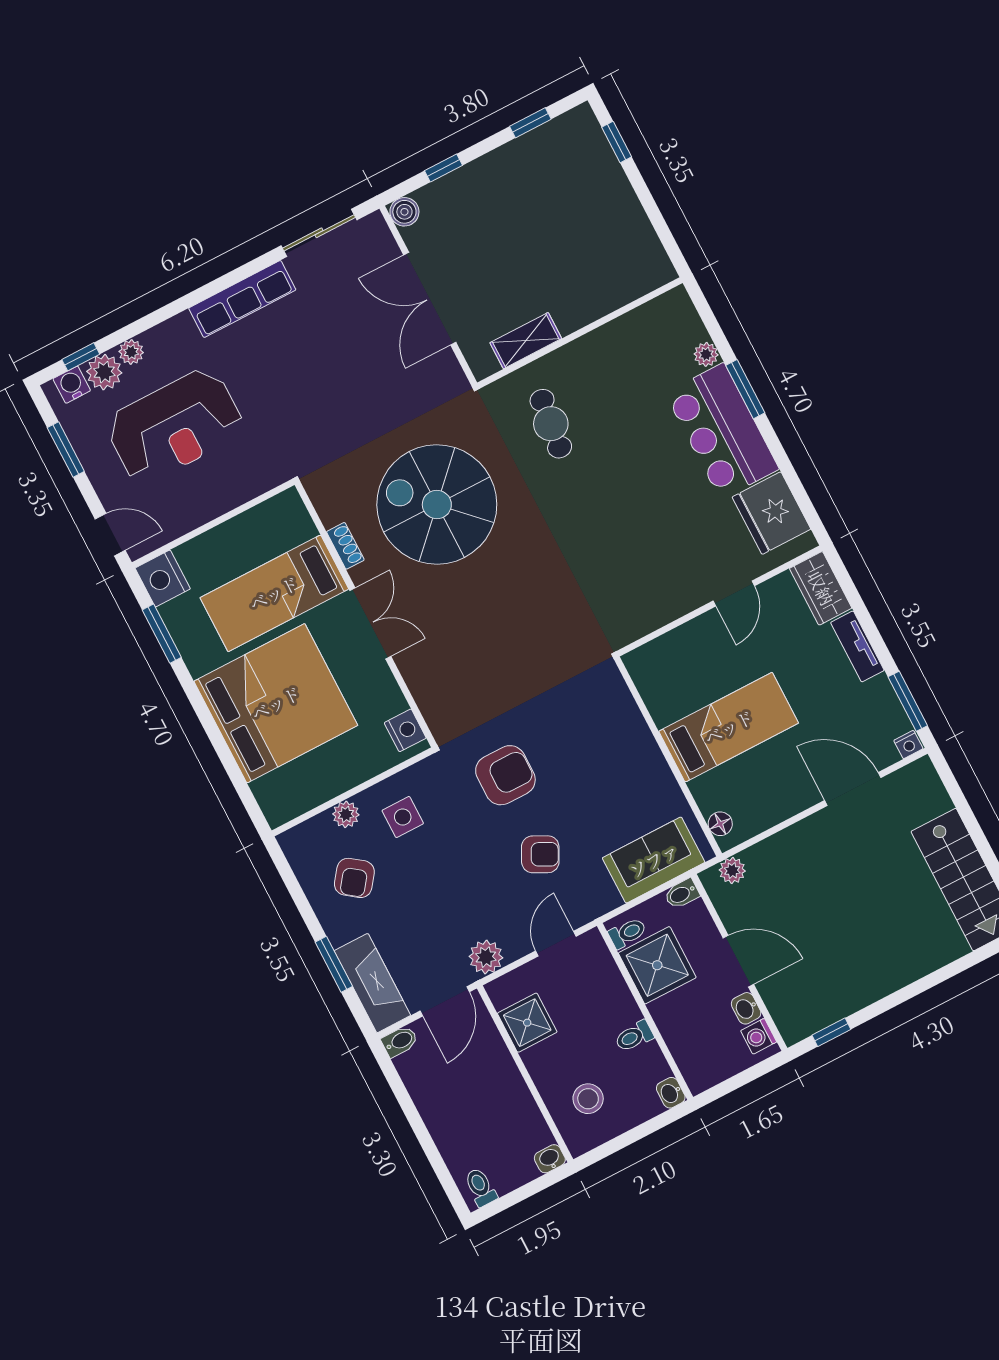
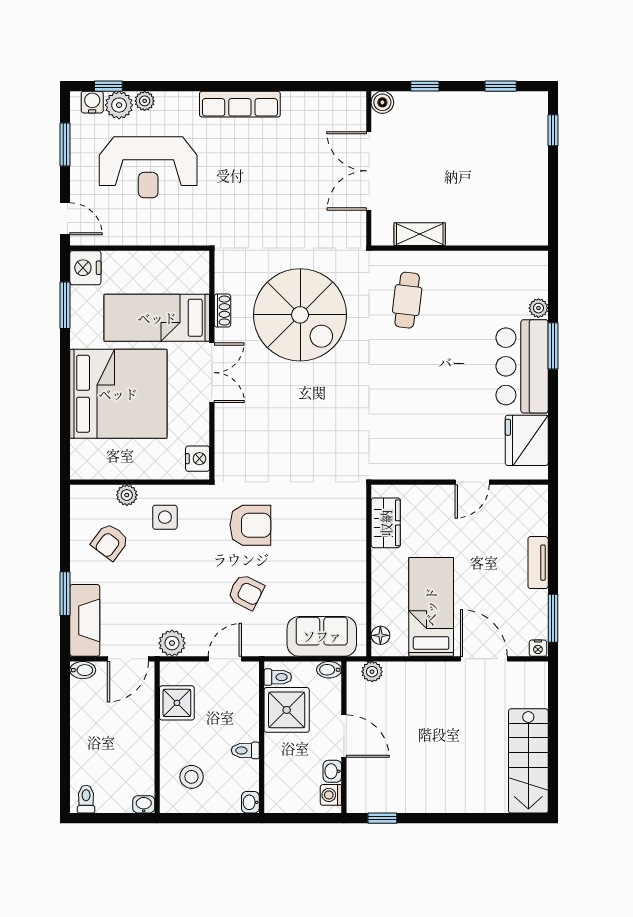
sliding door: (319, 233) -> (316, 86), removed
spiral stairs: (437, 505) -> (300, 315), turned 180
wardrobe: (821, 588) -> (386, 523), moved, turned 180
bed: (729, 727) -> (431, 607), moved, turned -90

